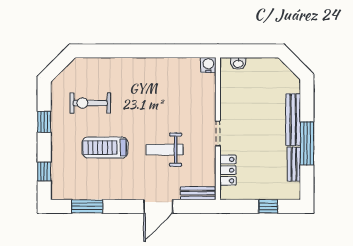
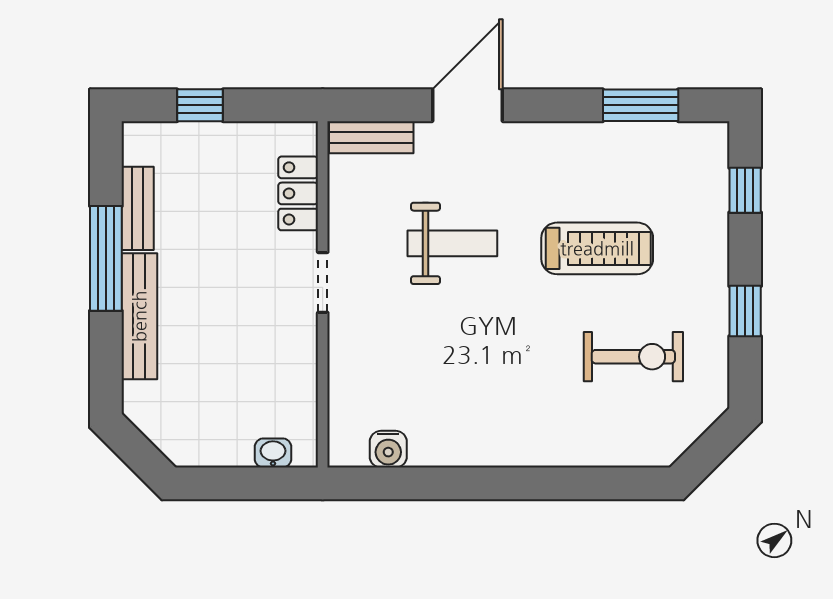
water cooler: (208, 65) -> (388, 449), moved

